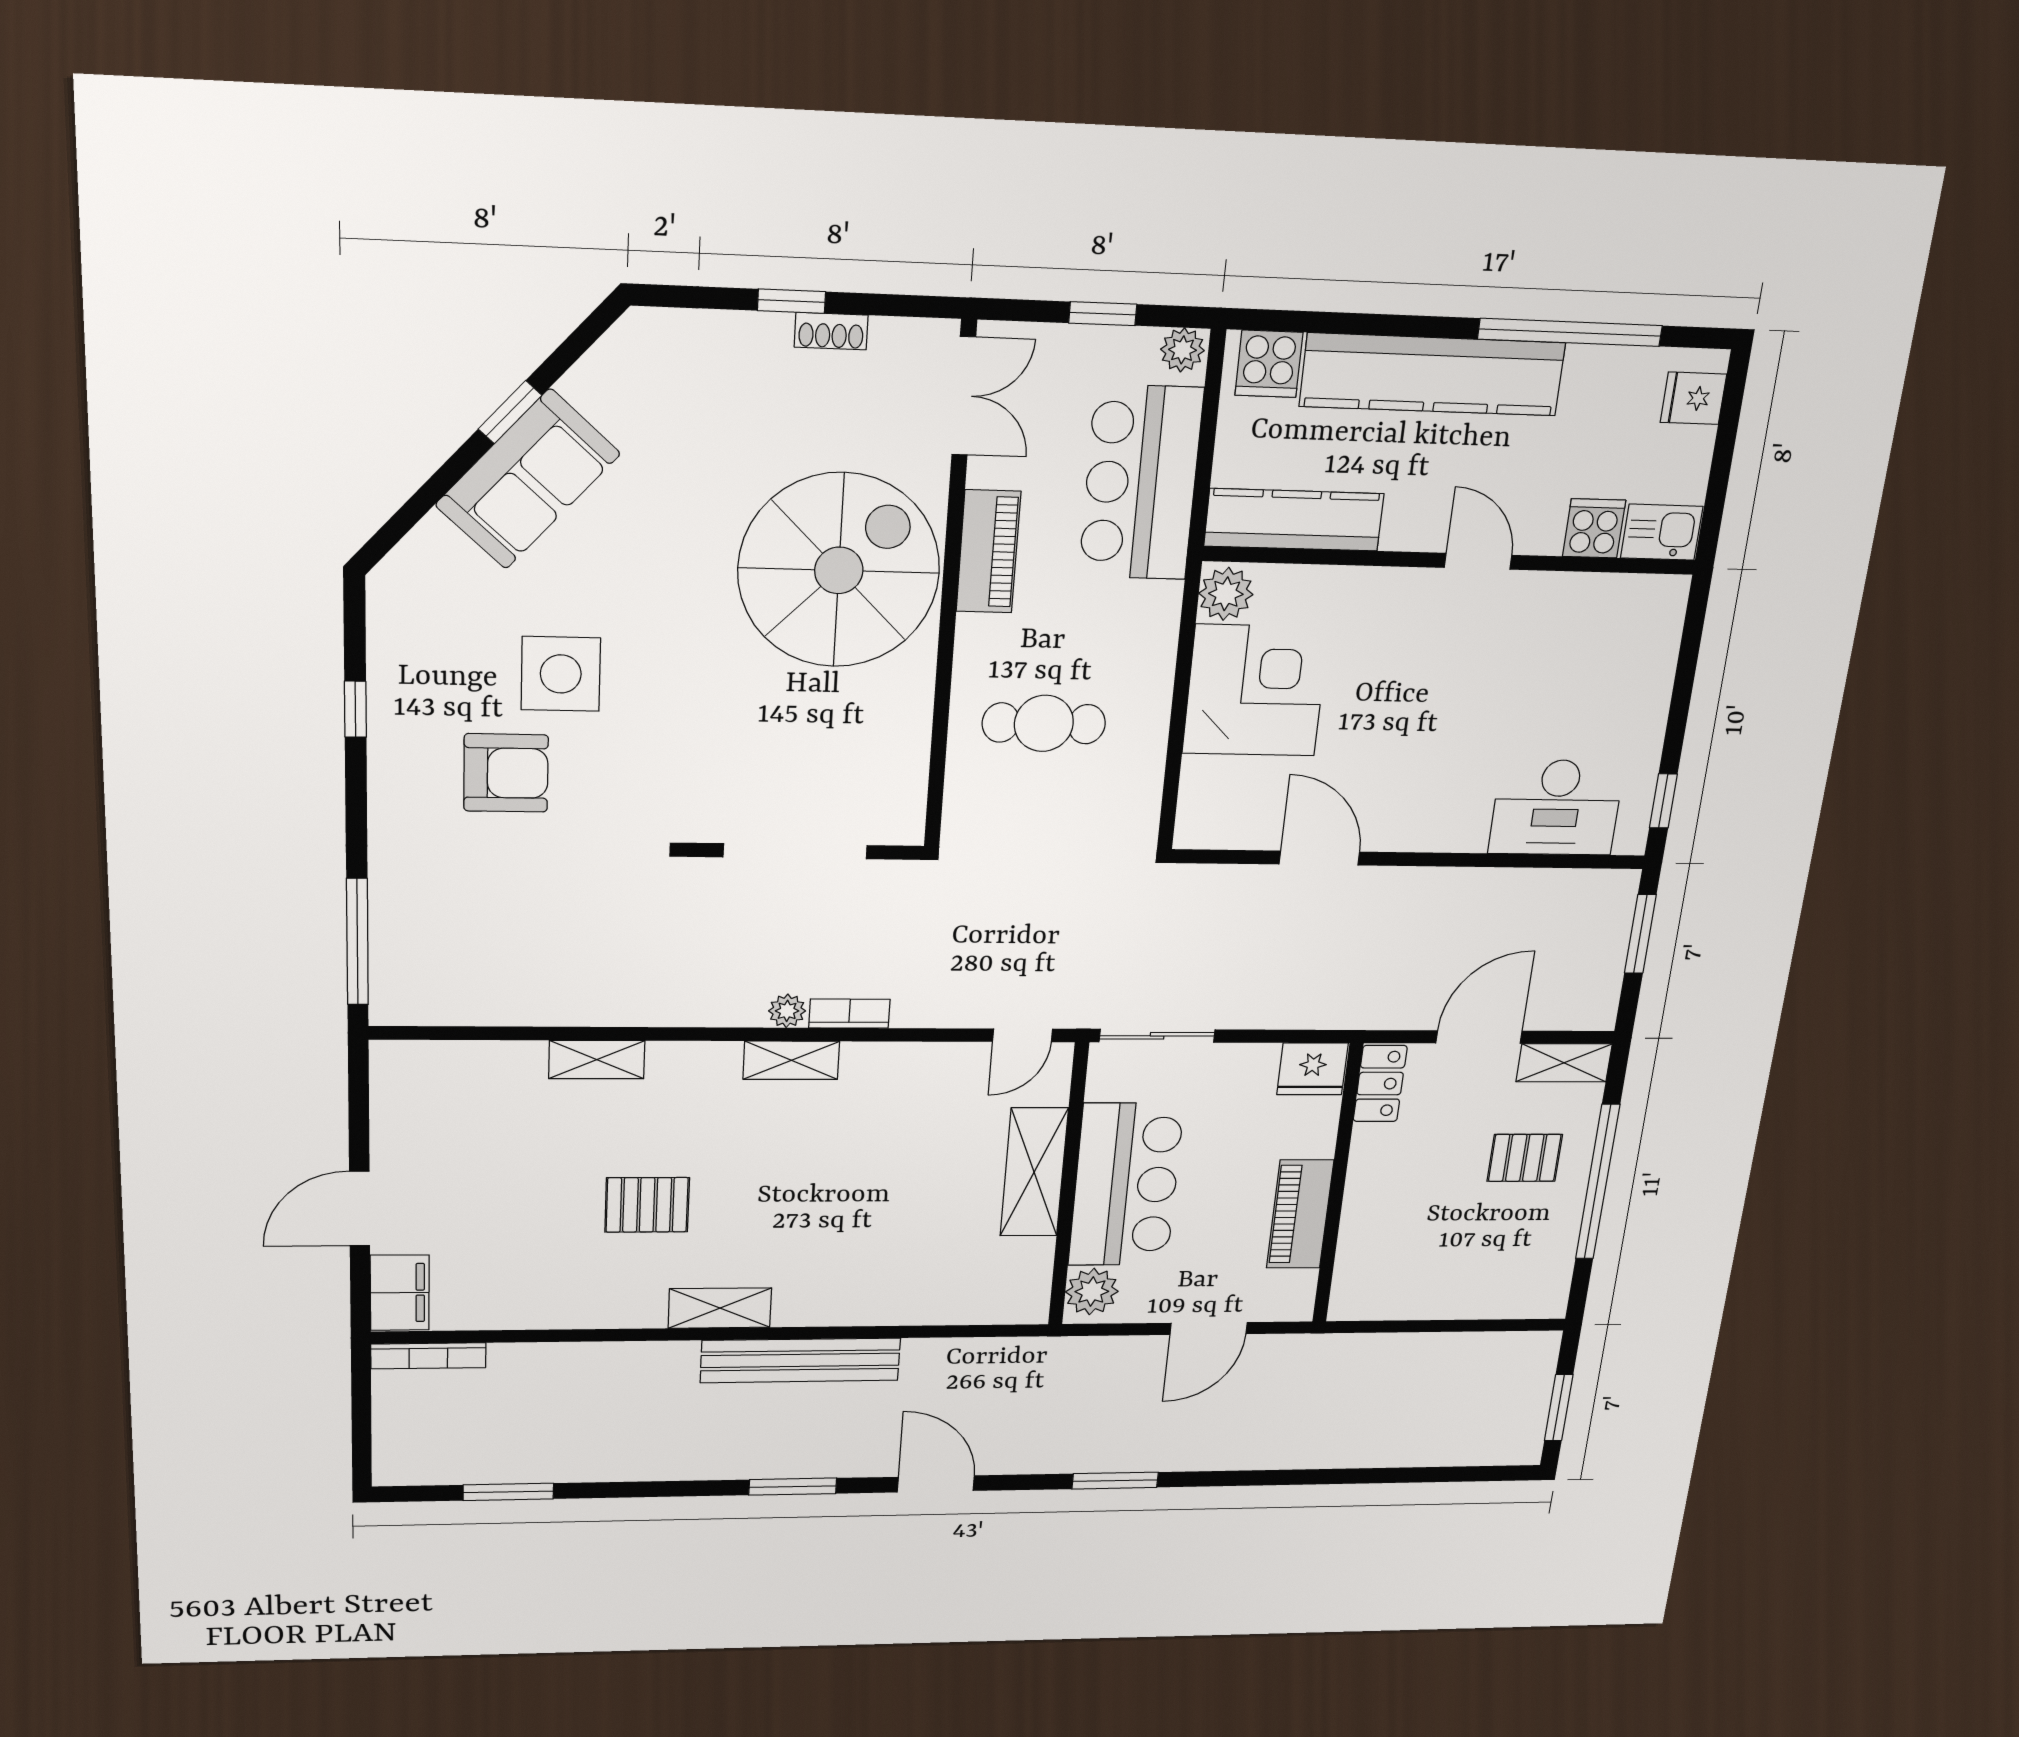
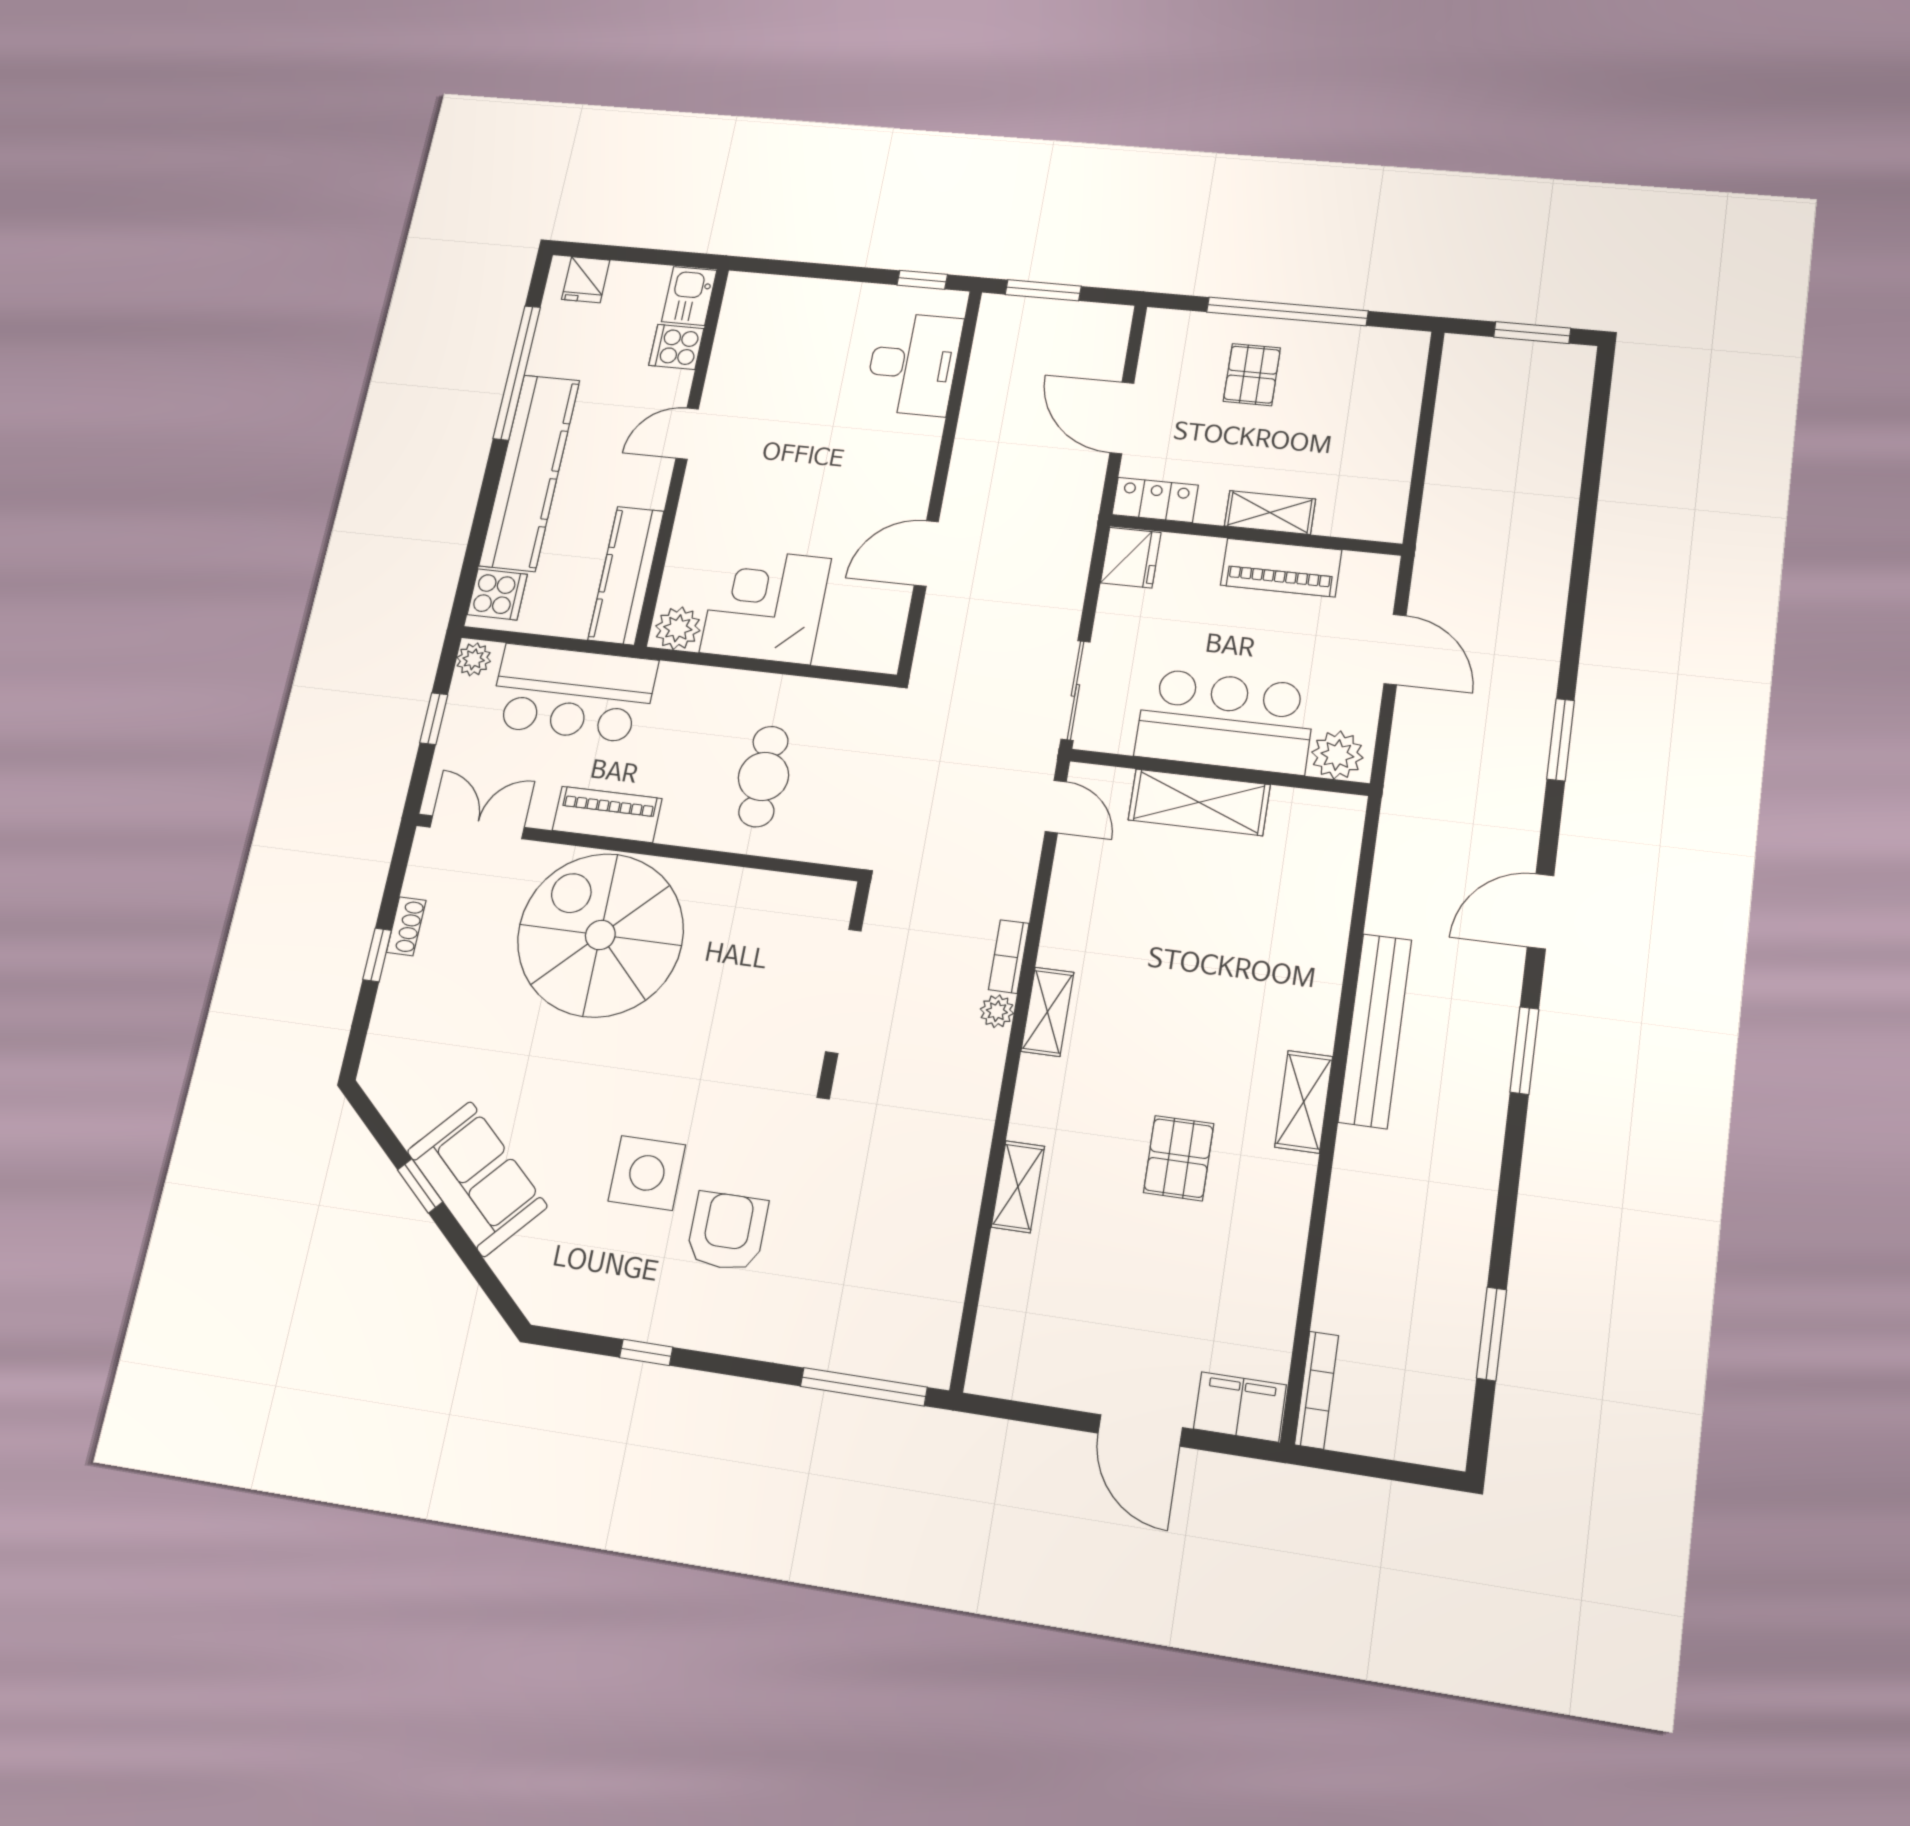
shelving: (1564, 1063) -> (1270, 512), moved, turned 90

